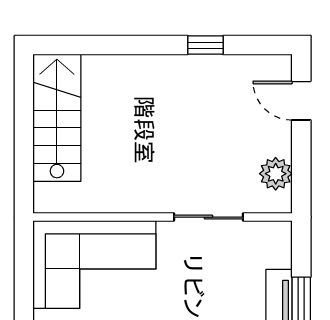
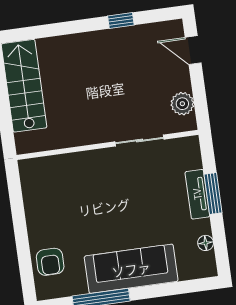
corner sofa: (94, 265) -> (65, 185), removed

